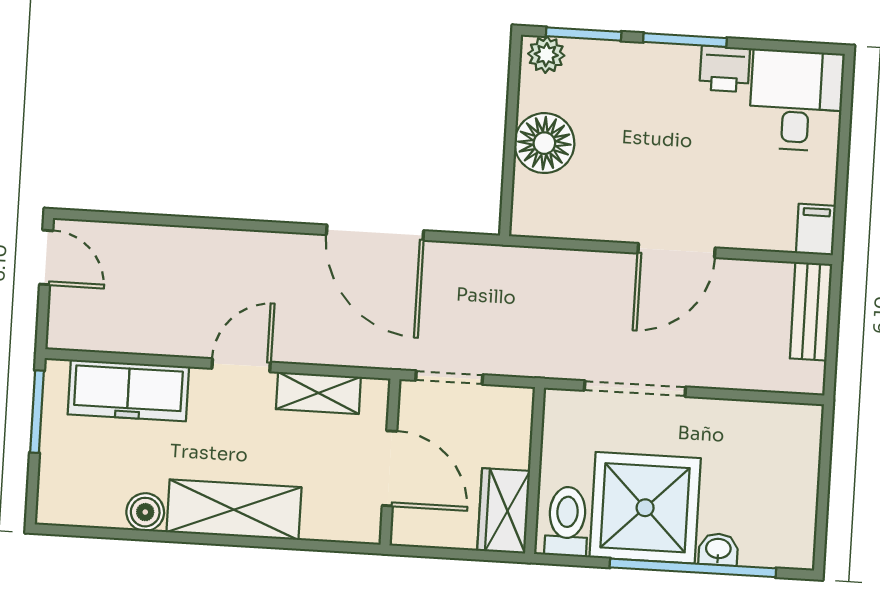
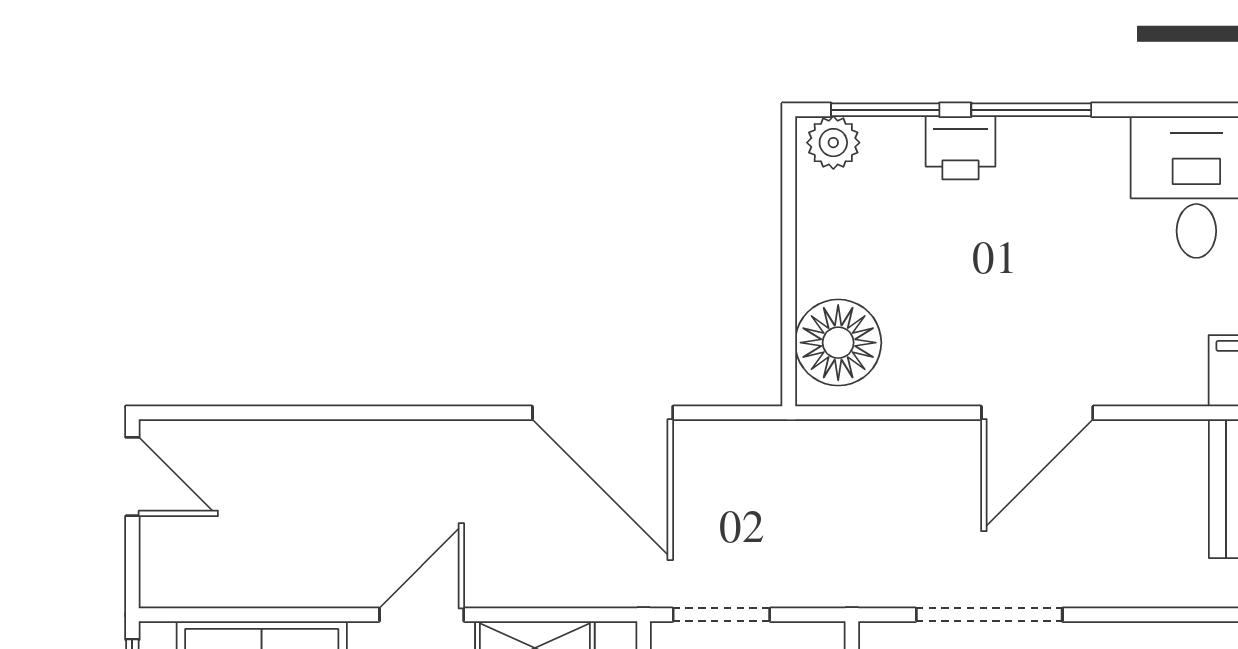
printer: (725, 69) -> (960, 148), moved
floor lamp: (544, 143) -> (838, 343), moved

